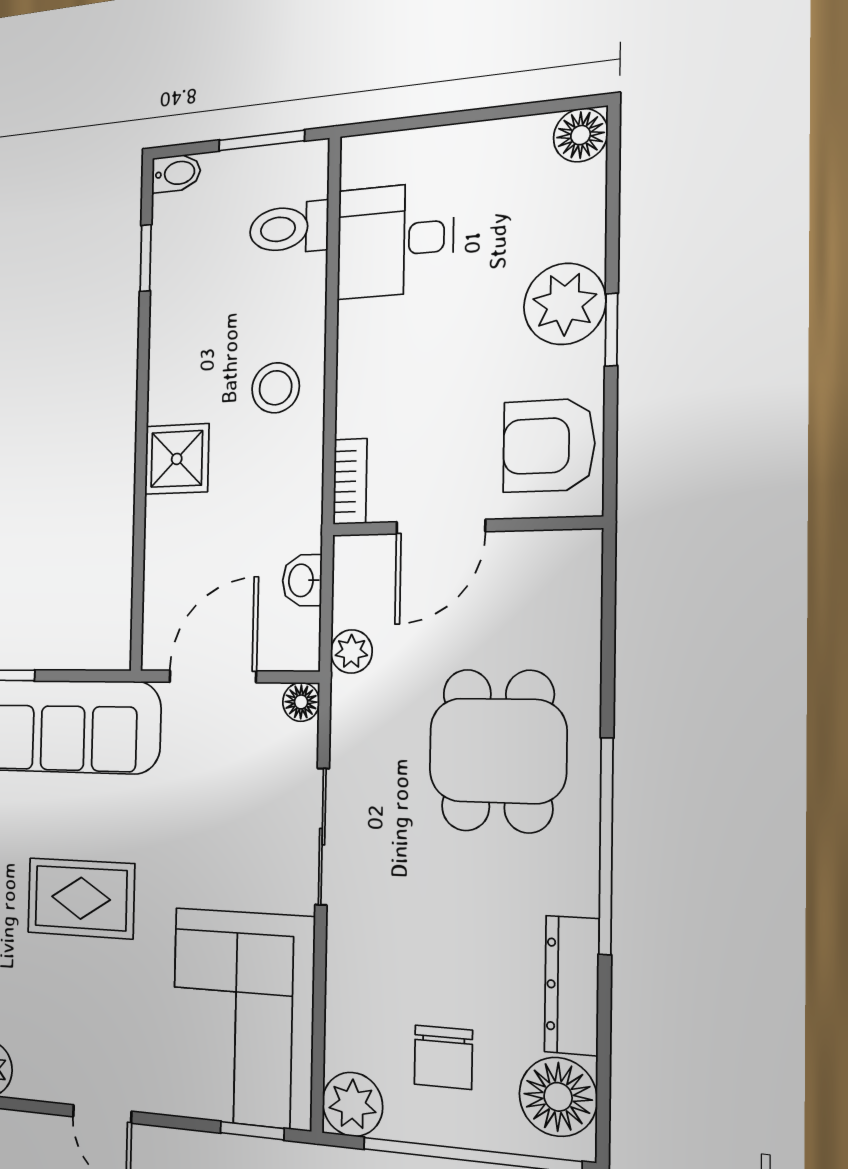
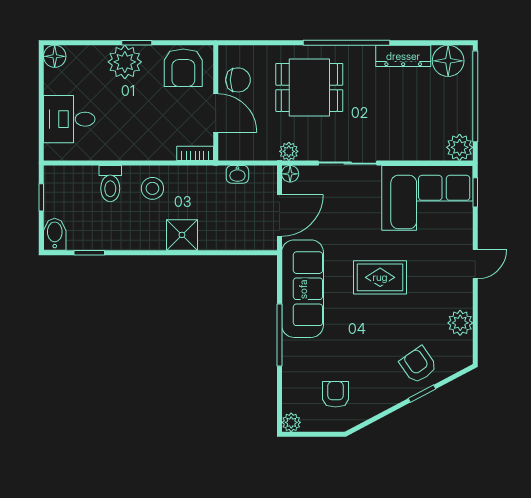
window: (261, 141) -> (41, 197), width x0.67
bidet: (176, 173) -> (55, 234), width x1.38, depth x1.36
toilet: (289, 228) -> (110, 184), moved
desk: (395, 240) -> (69, 119), moved, turned 90
plant: (351, 652) -> (289, 151), moved
door: (213, 677) -> (279, 215), swing flipped
rug: (81, 898) -> (380, 277), turned 90
chair: (443, 1057) -> (238, 80), moved

